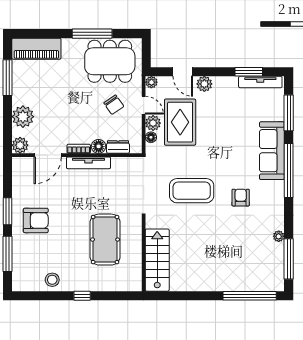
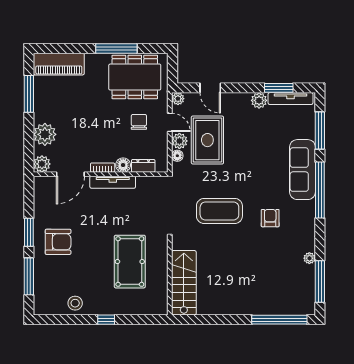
plant: (204, 84) -> (259, 100), moved
chair: (114, 105) -> (139, 122), turned -145

